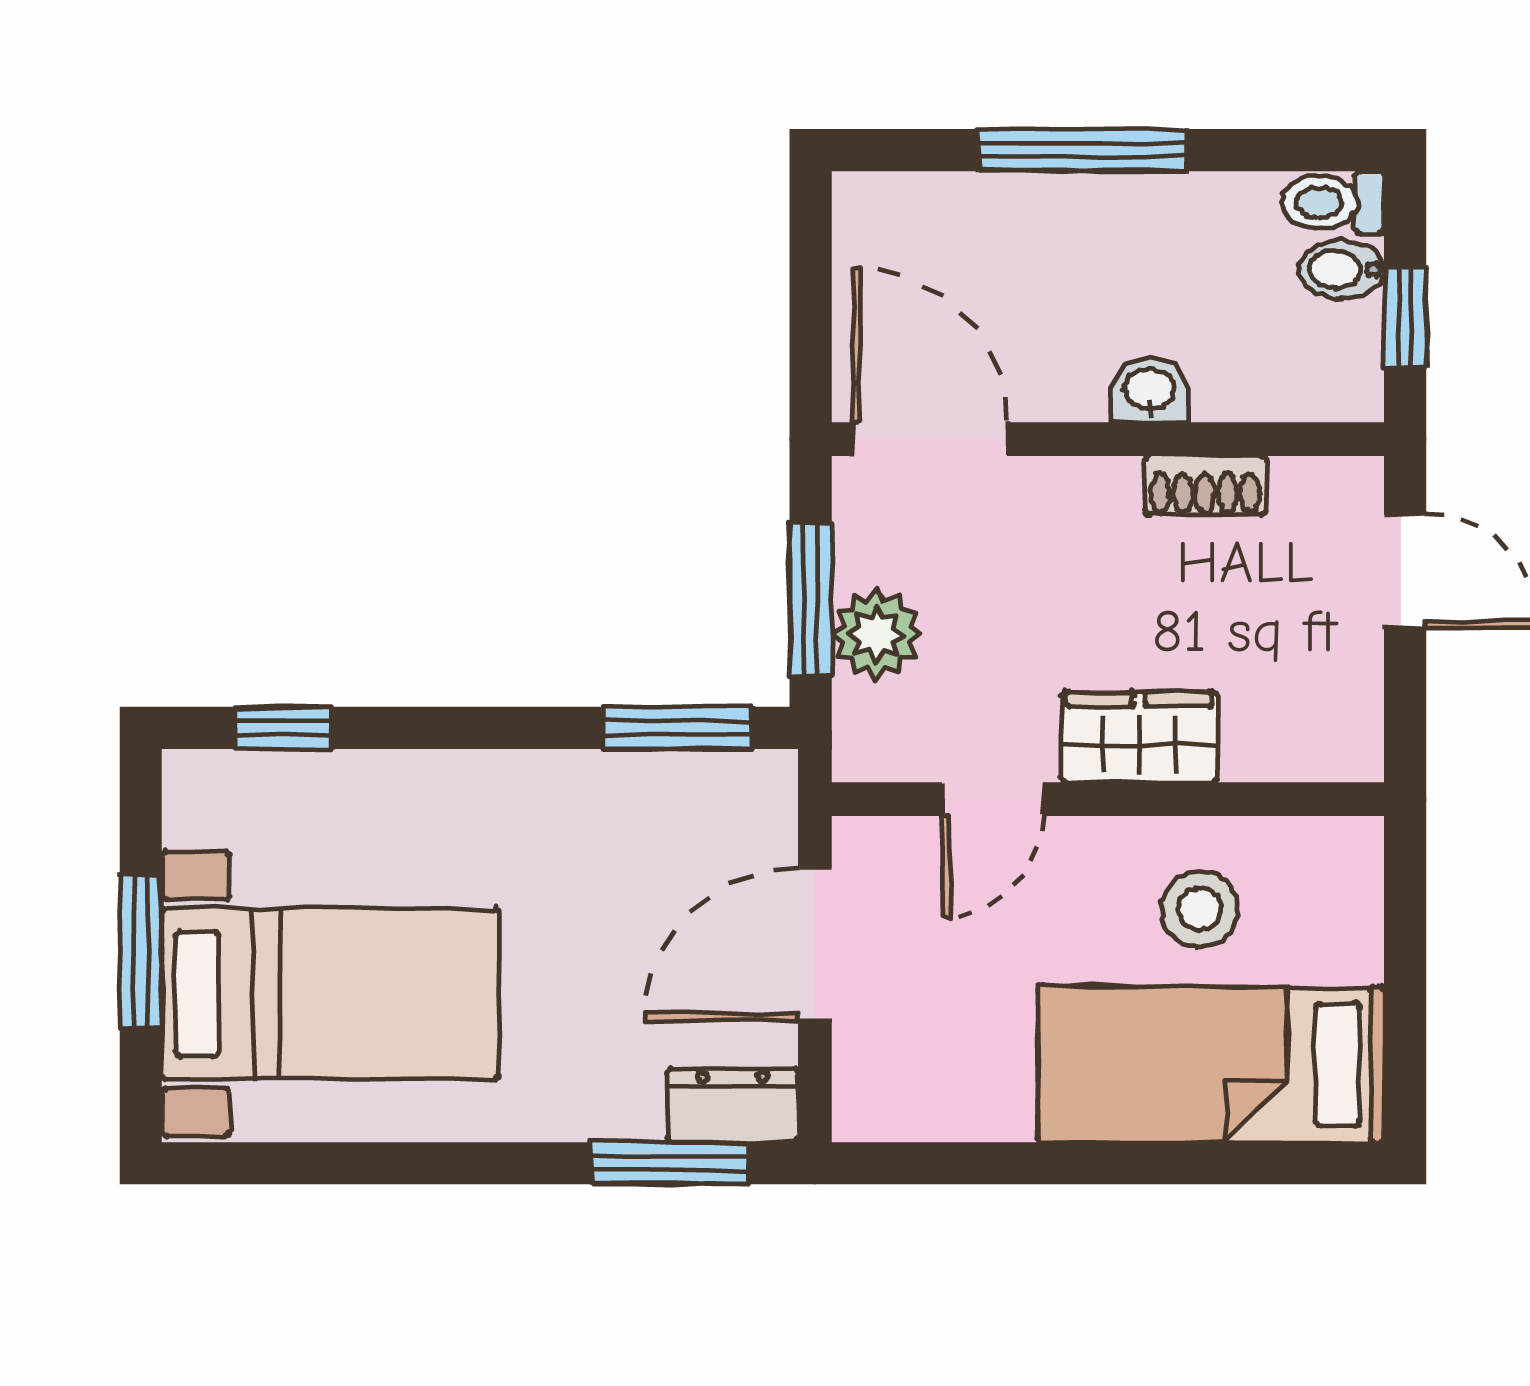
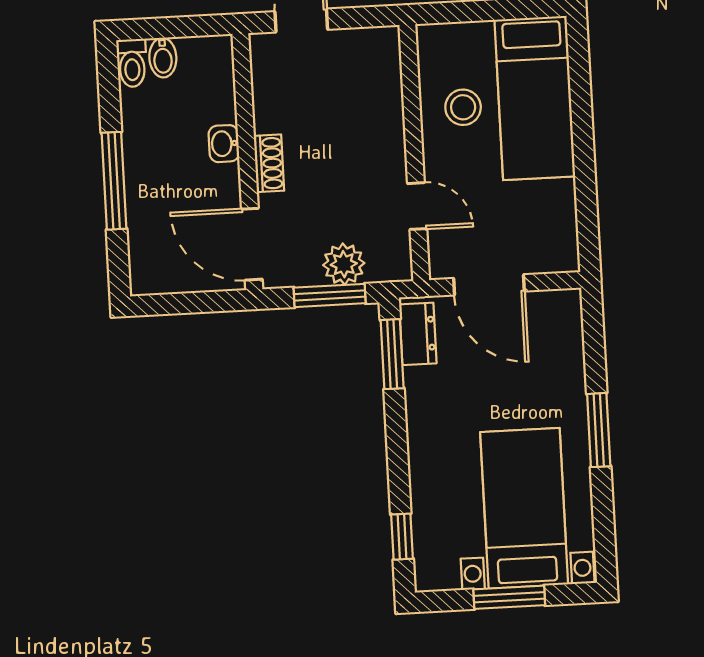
window: (1405, 317) -> (183, 27), removed
door: (930, 439) -> (252, 244), hinge flipped
shoe rack: (1205, 485) -> (269, 163), moved
wardrobe: (1139, 737) -> (385, 140), removed
dresser: (733, 1106) -> (418, 334), moved, turned 180
window: (670, 1163) -> (599, 430), moved

